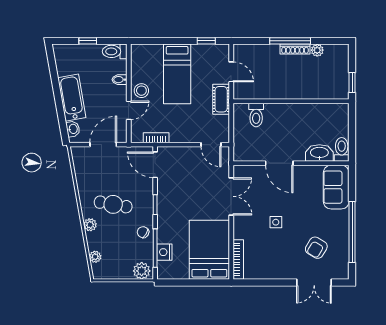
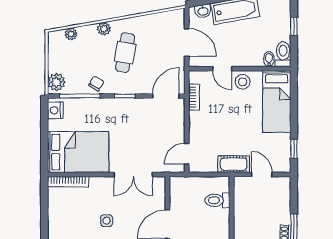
door: (231, 72) -> (262, 175), swing flipped
bed: (177, 74) -> (277, 102), moved, turned -90
bidet: (120, 80) -> (269, 59), moved
nightstand: (164, 252) -> (55, 110), moved, turned -90

